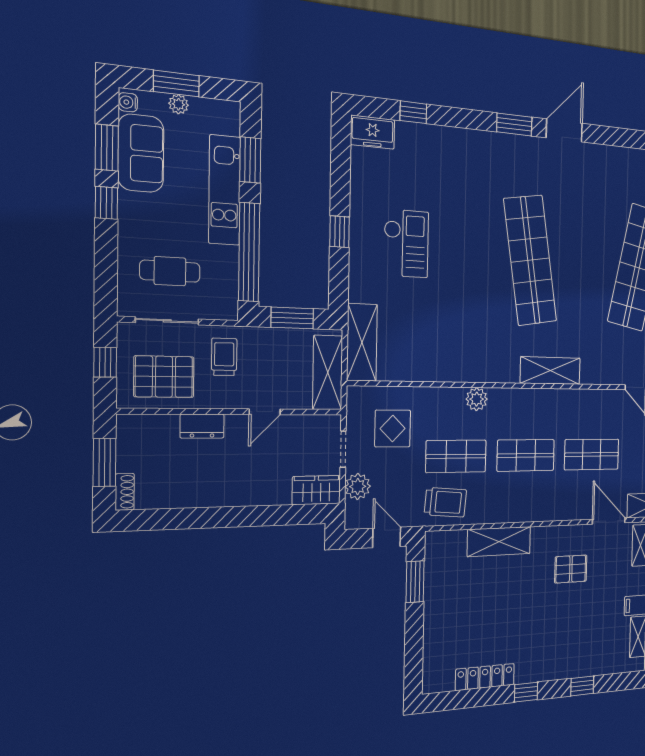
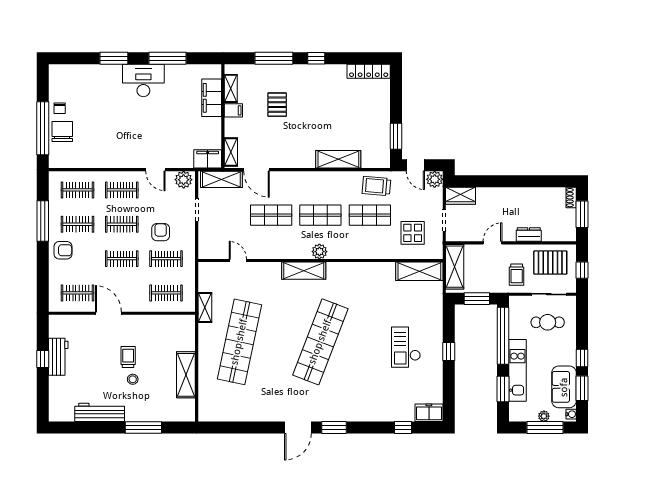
window: (176, 84) -> (545, 428), width x1.44
shop shelf: (530, 260) -> (320, 342), turned 30
shelving: (362, 342) -> (419, 271), moved, turned 90
plant: (477, 399) -> (319, 252), moved
plant: (358, 486) -> (435, 179), moved
pallet: (571, 569) -> (277, 105), moved, turned 90
locker: (485, 677) -> (369, 71), moved
window: (582, 686) -> (274, 58), width x2.17

